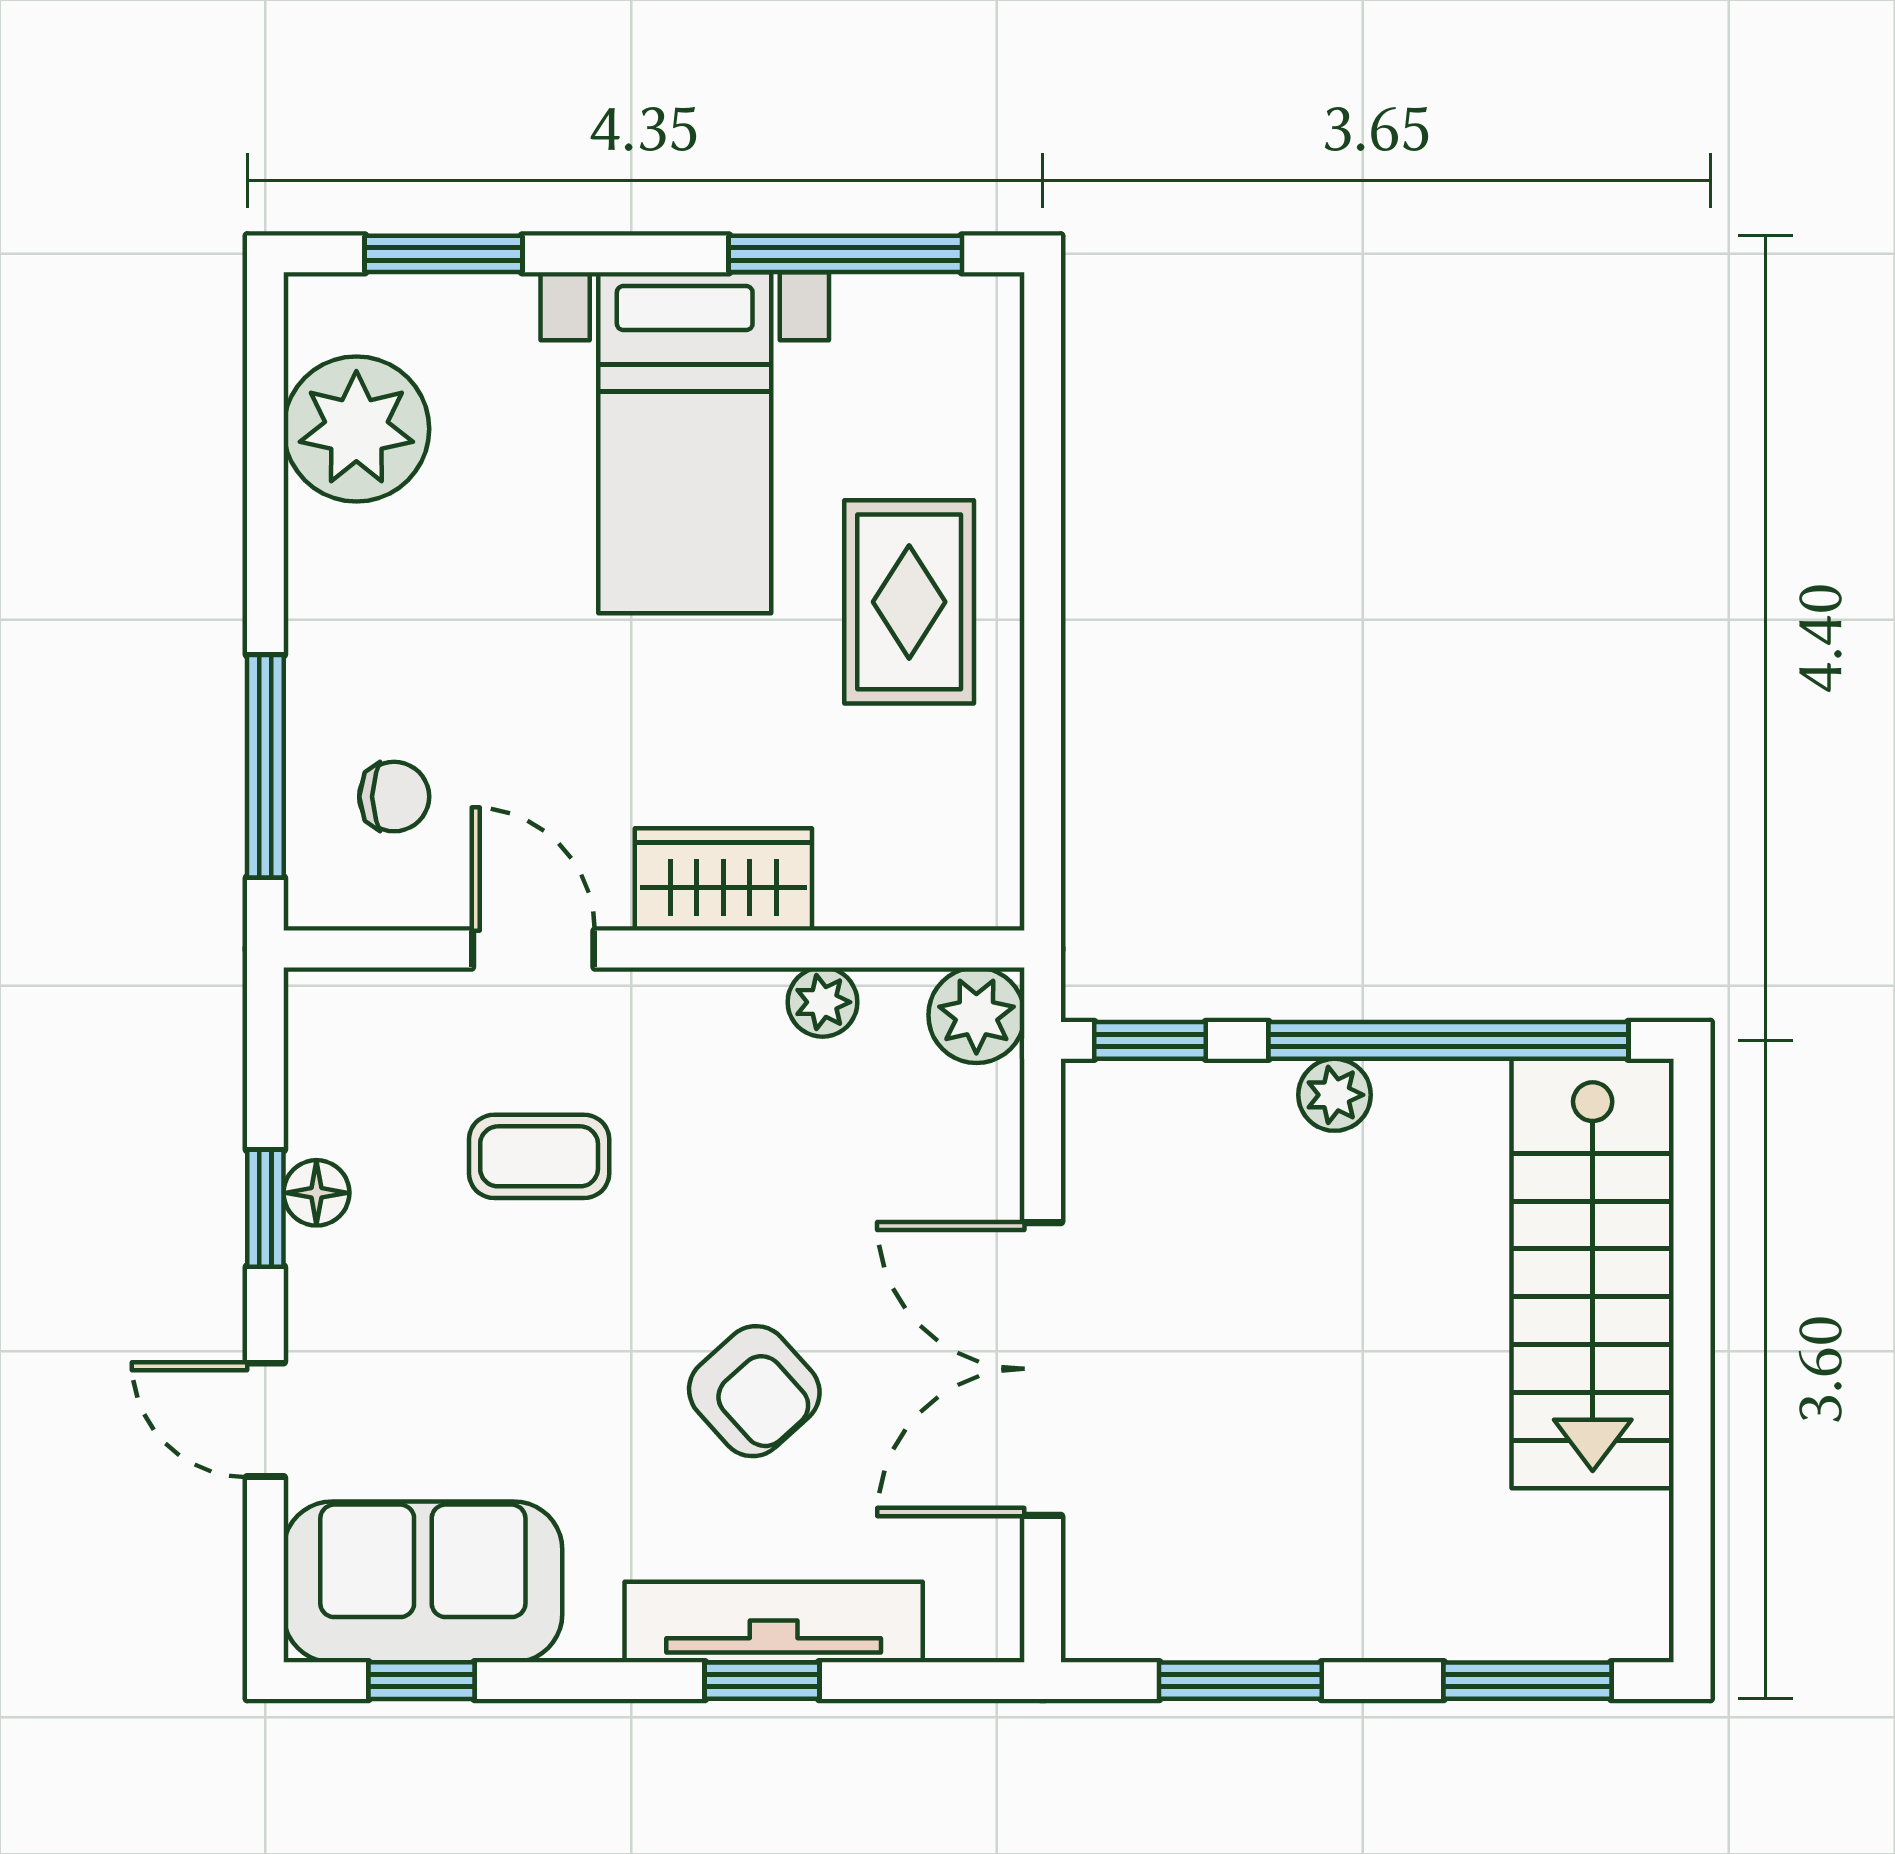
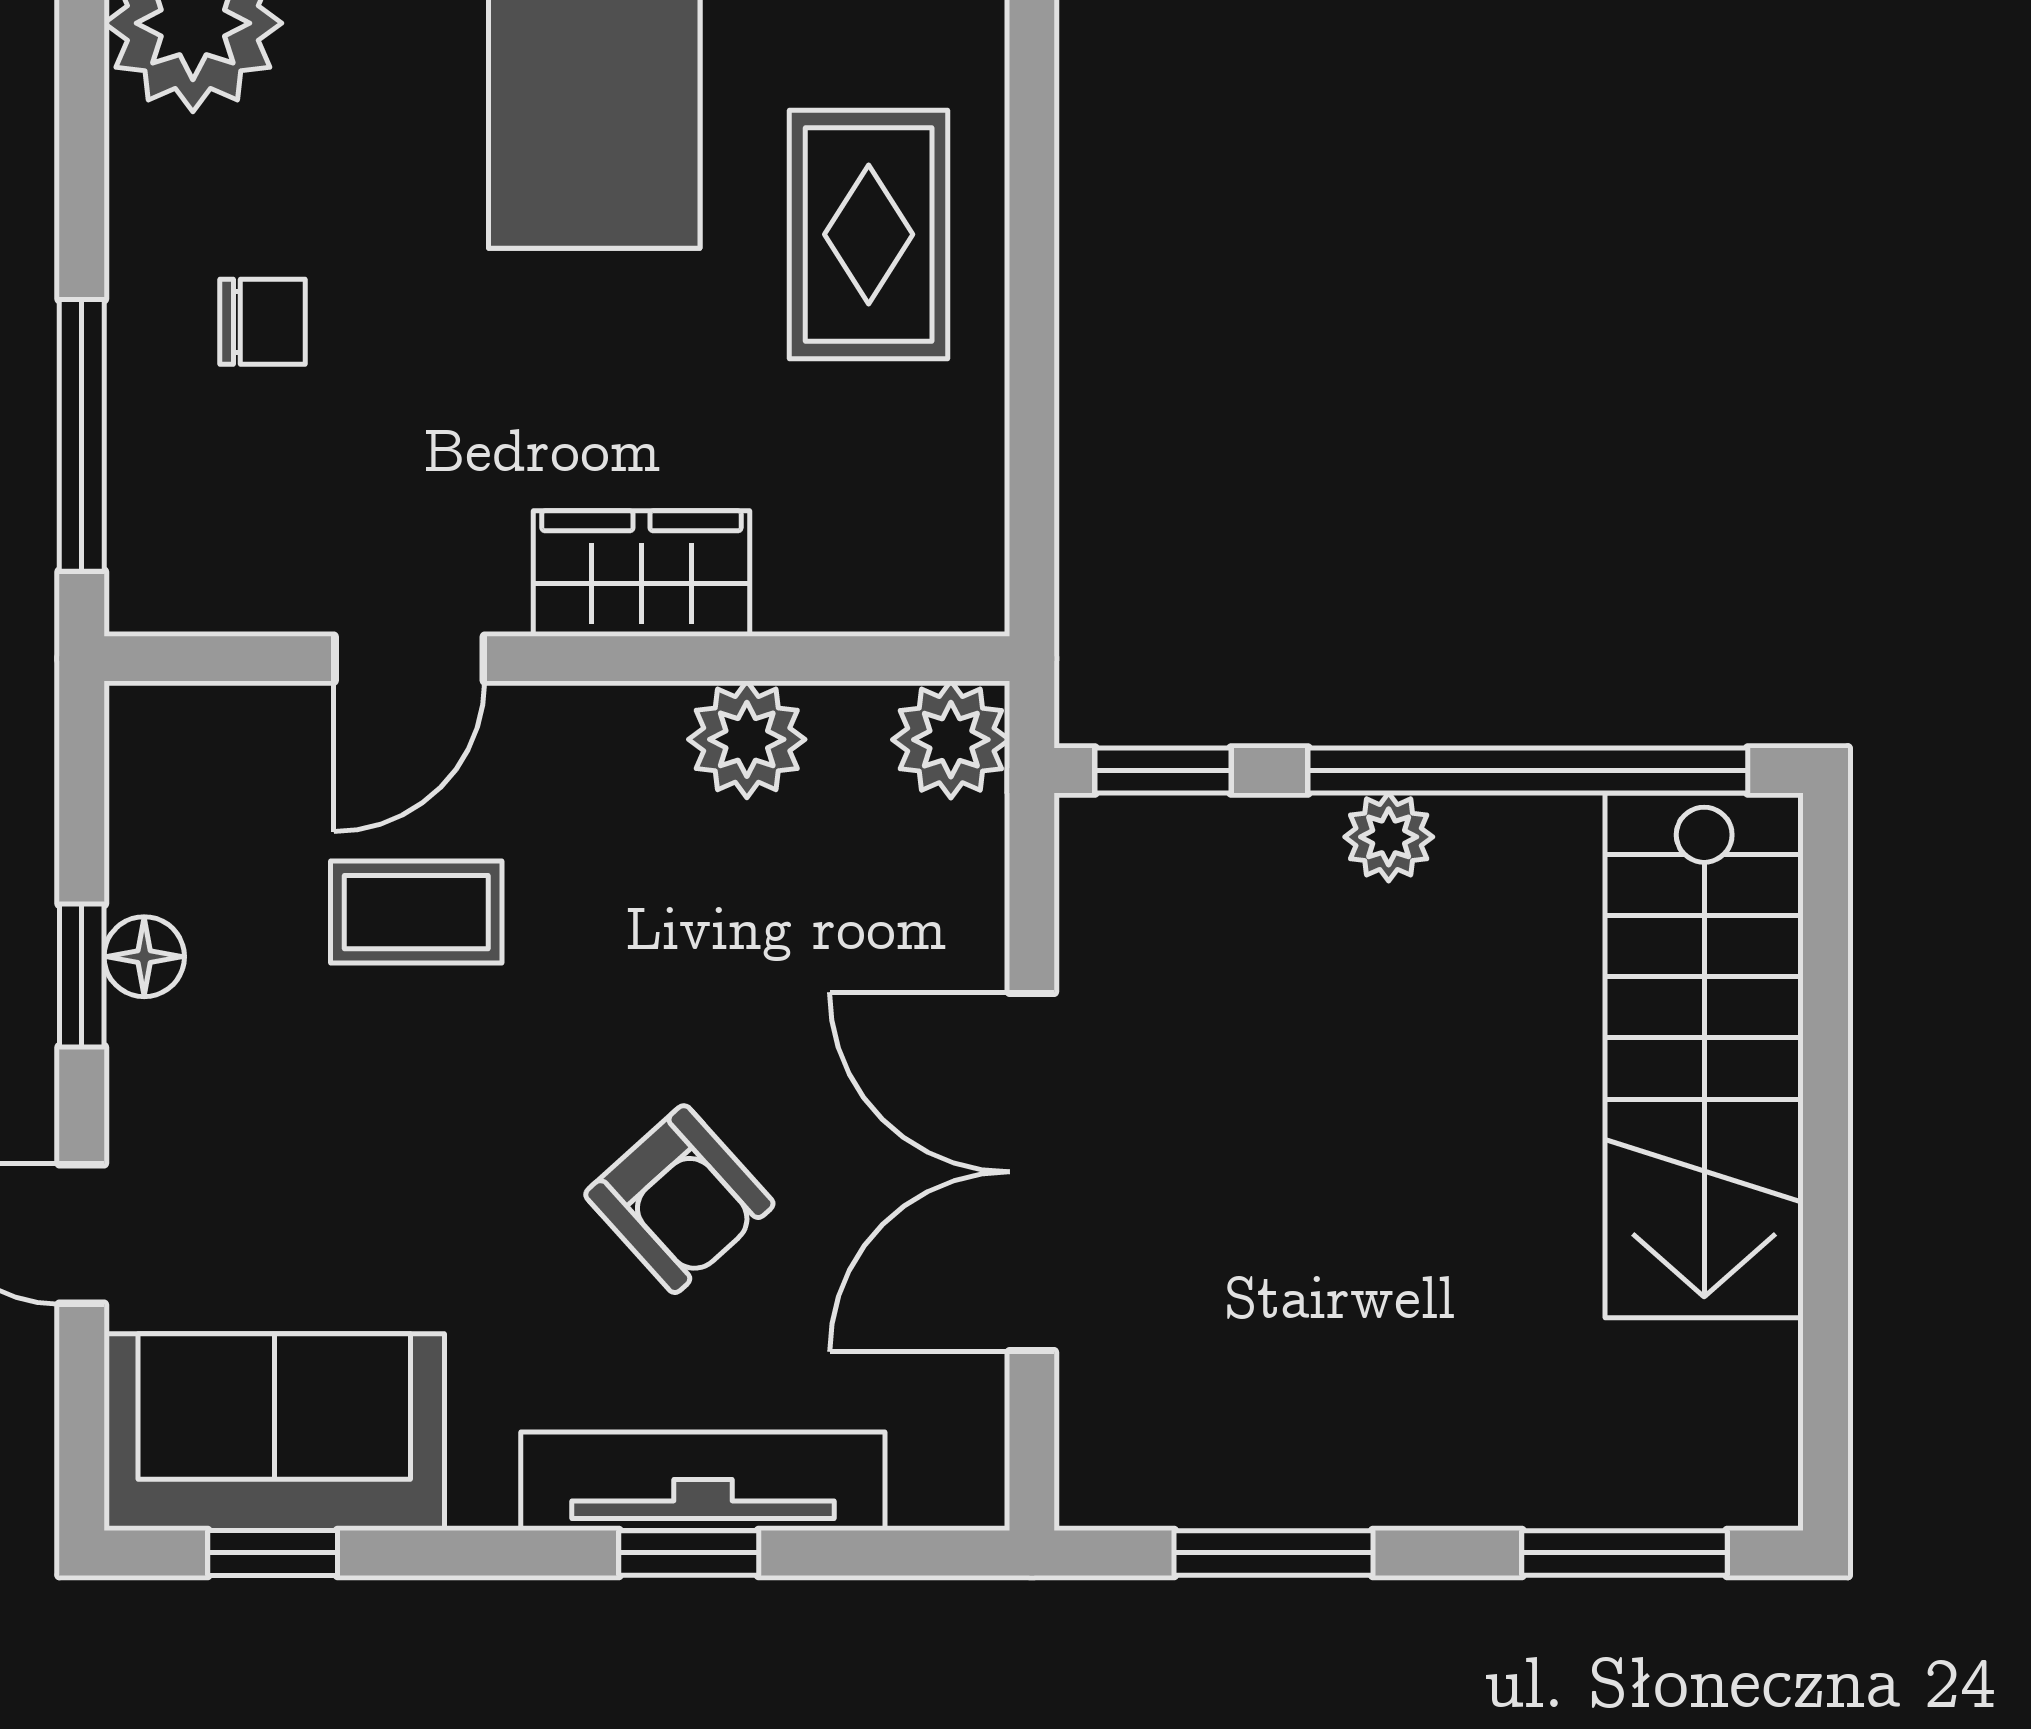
chair: (394, 797) -> (262, 322), moved
door: (533, 949) -> (409, 659), swing flipped
plant: (822, 1002) -> (747, 739), width x1.38, depth x1.38

